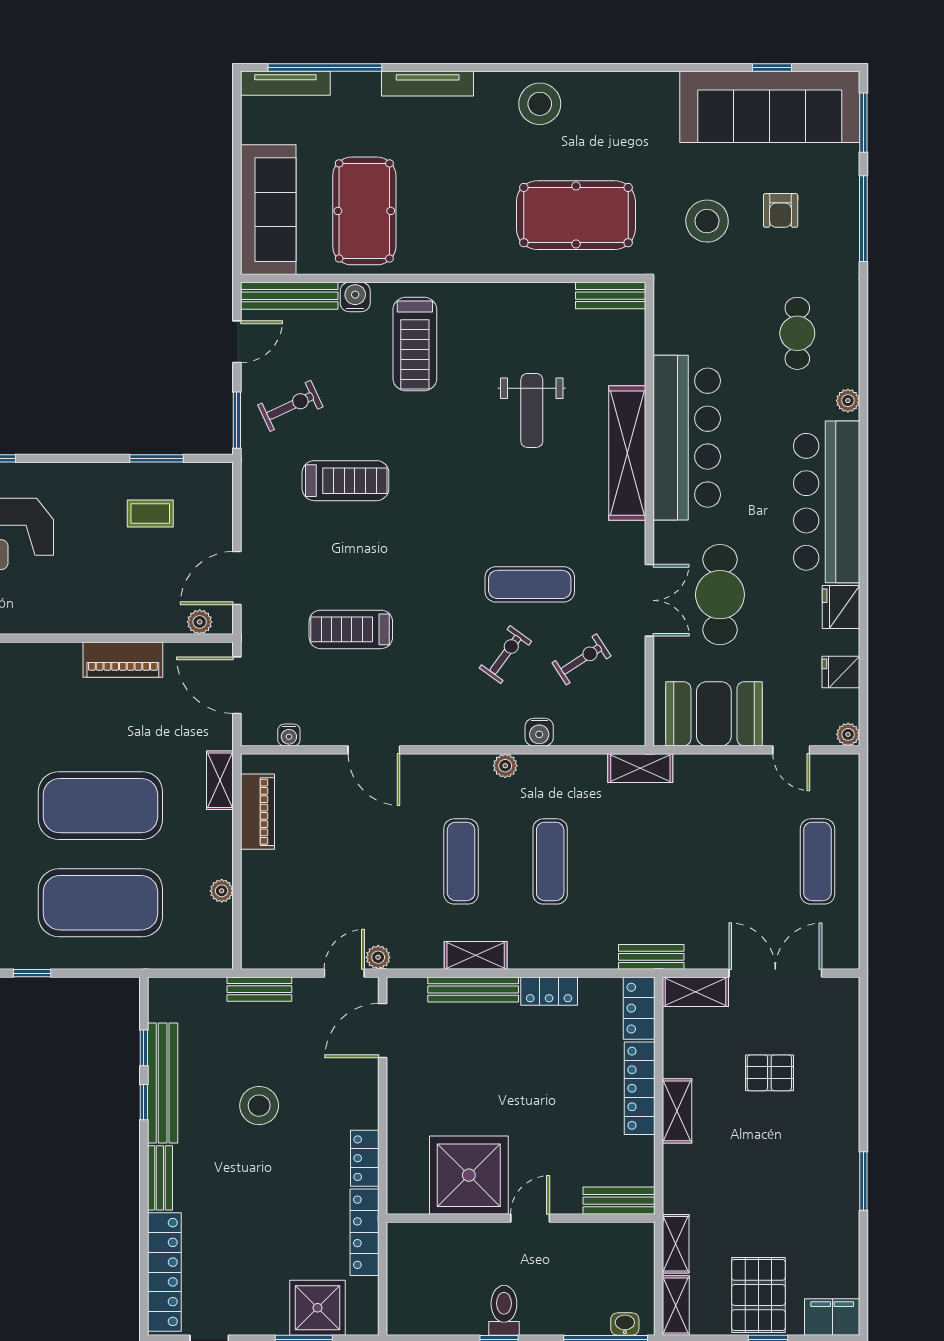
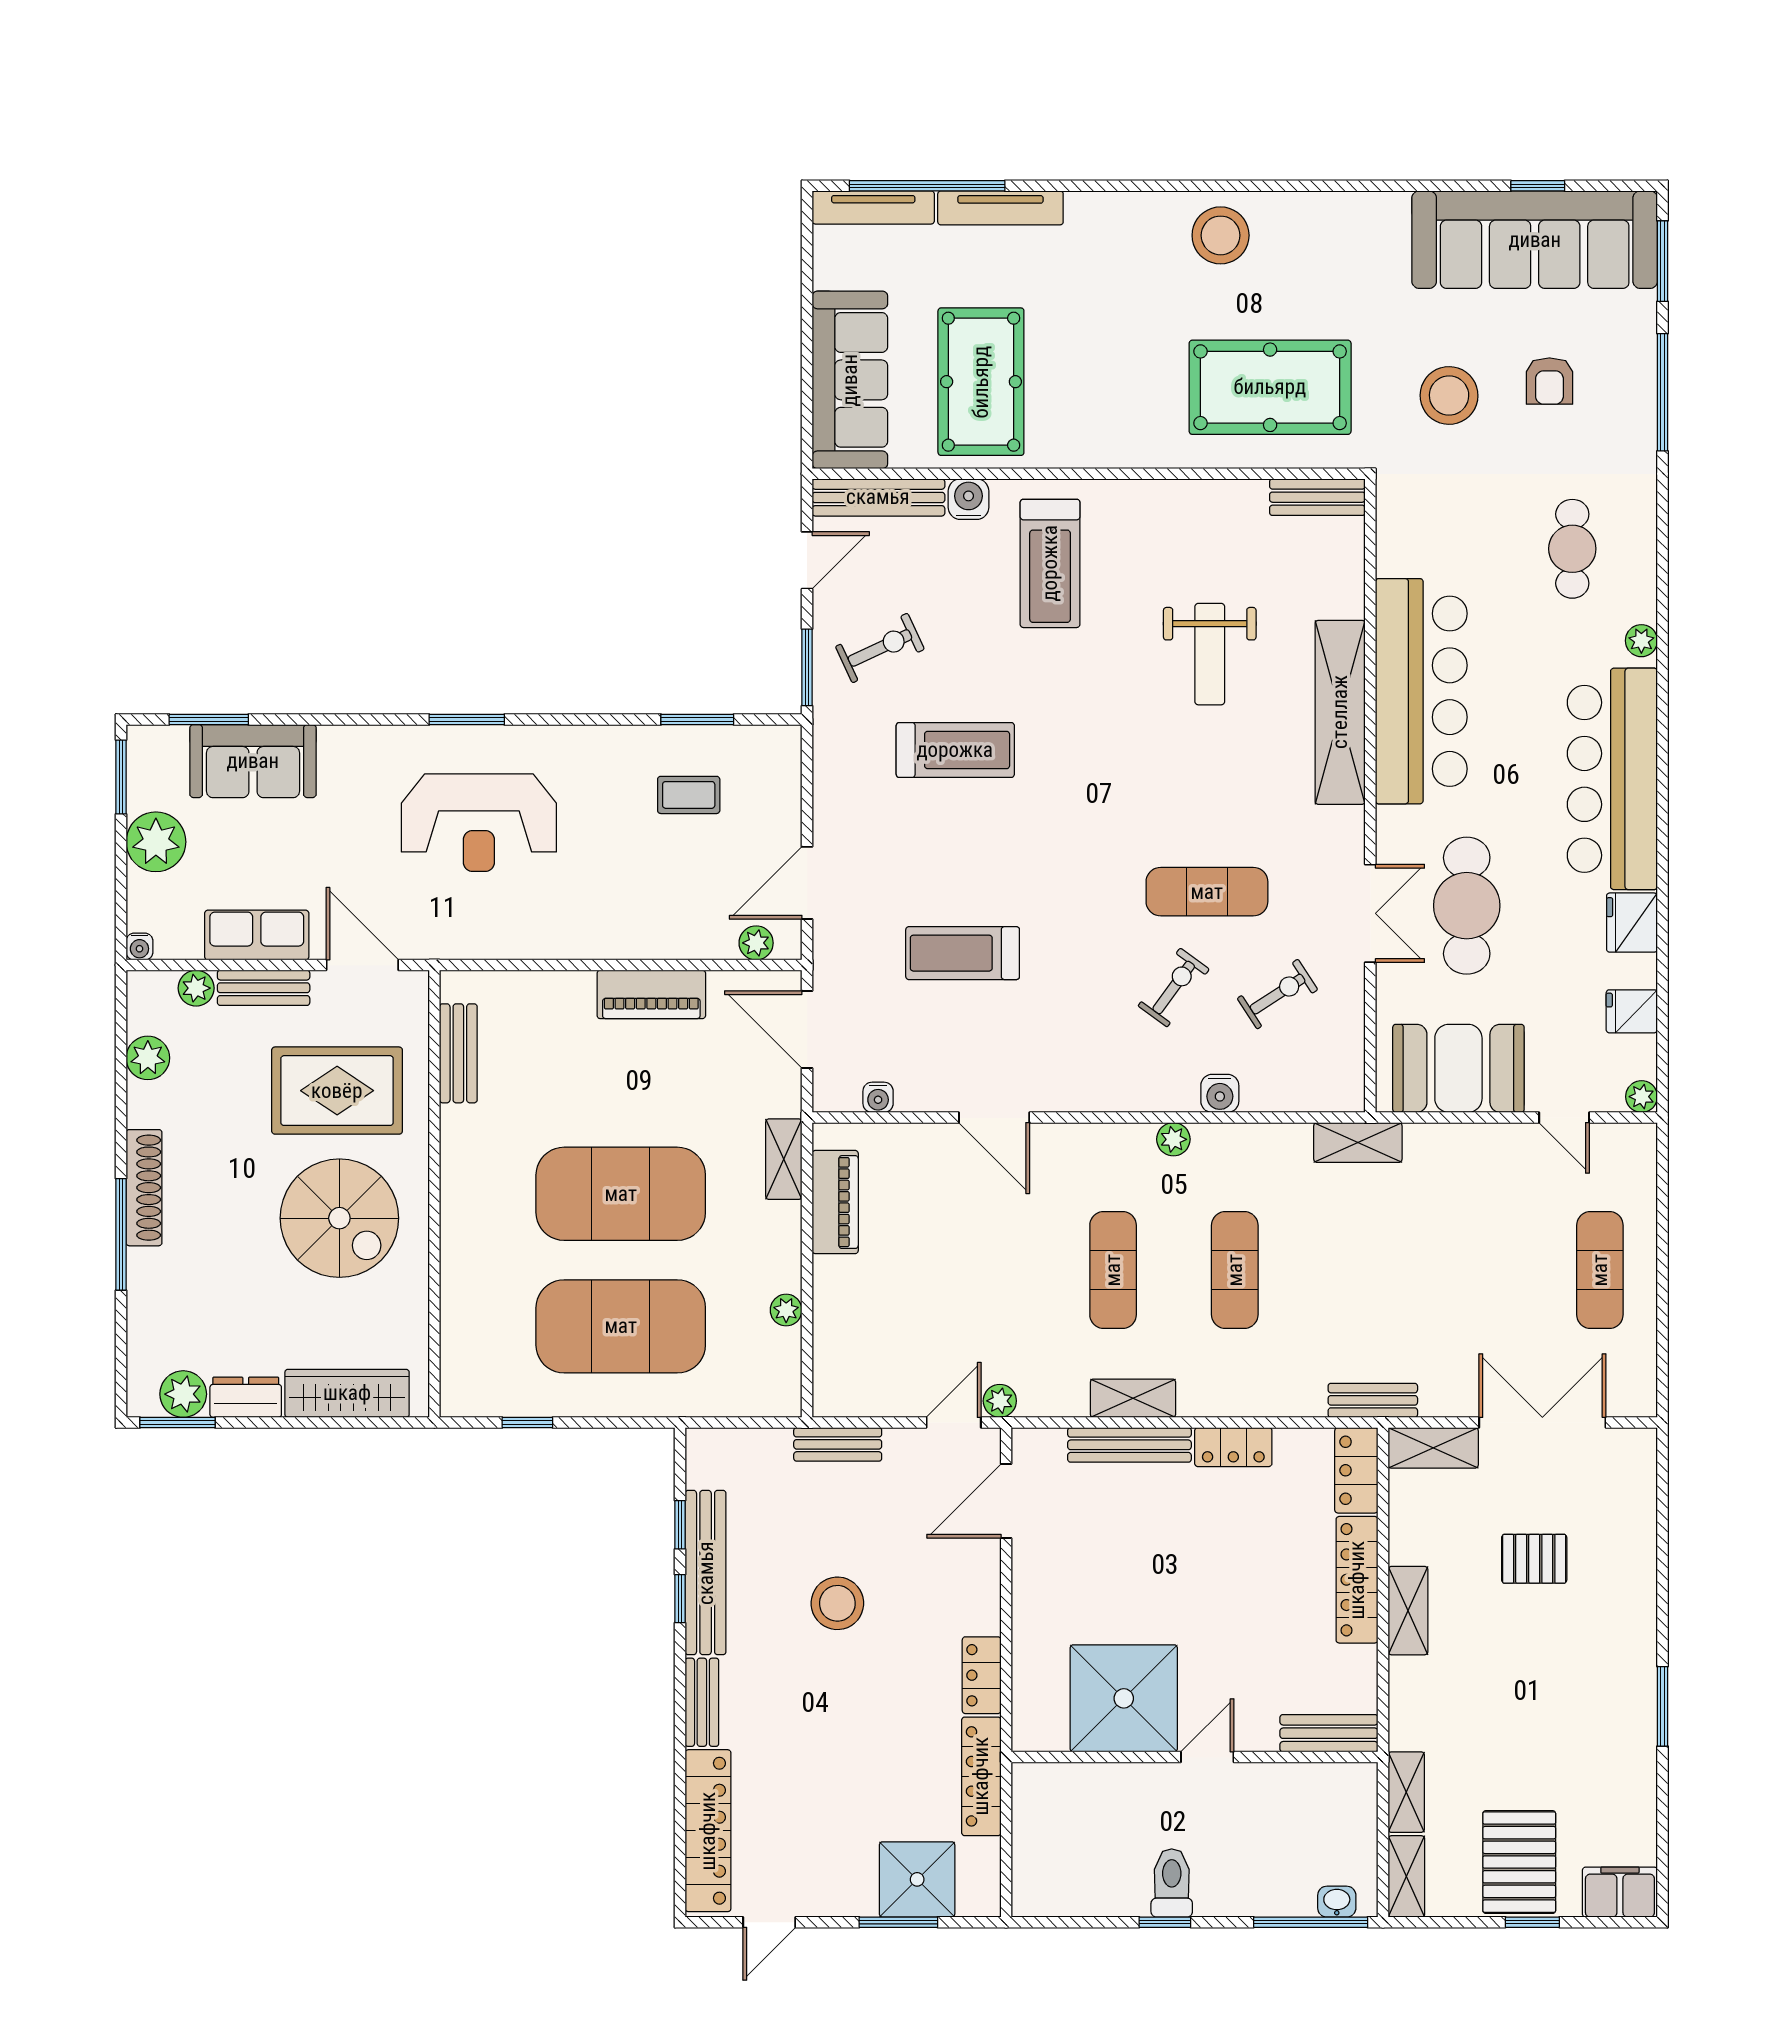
tv unit: (428, 84) -> (1000, 208), moved

